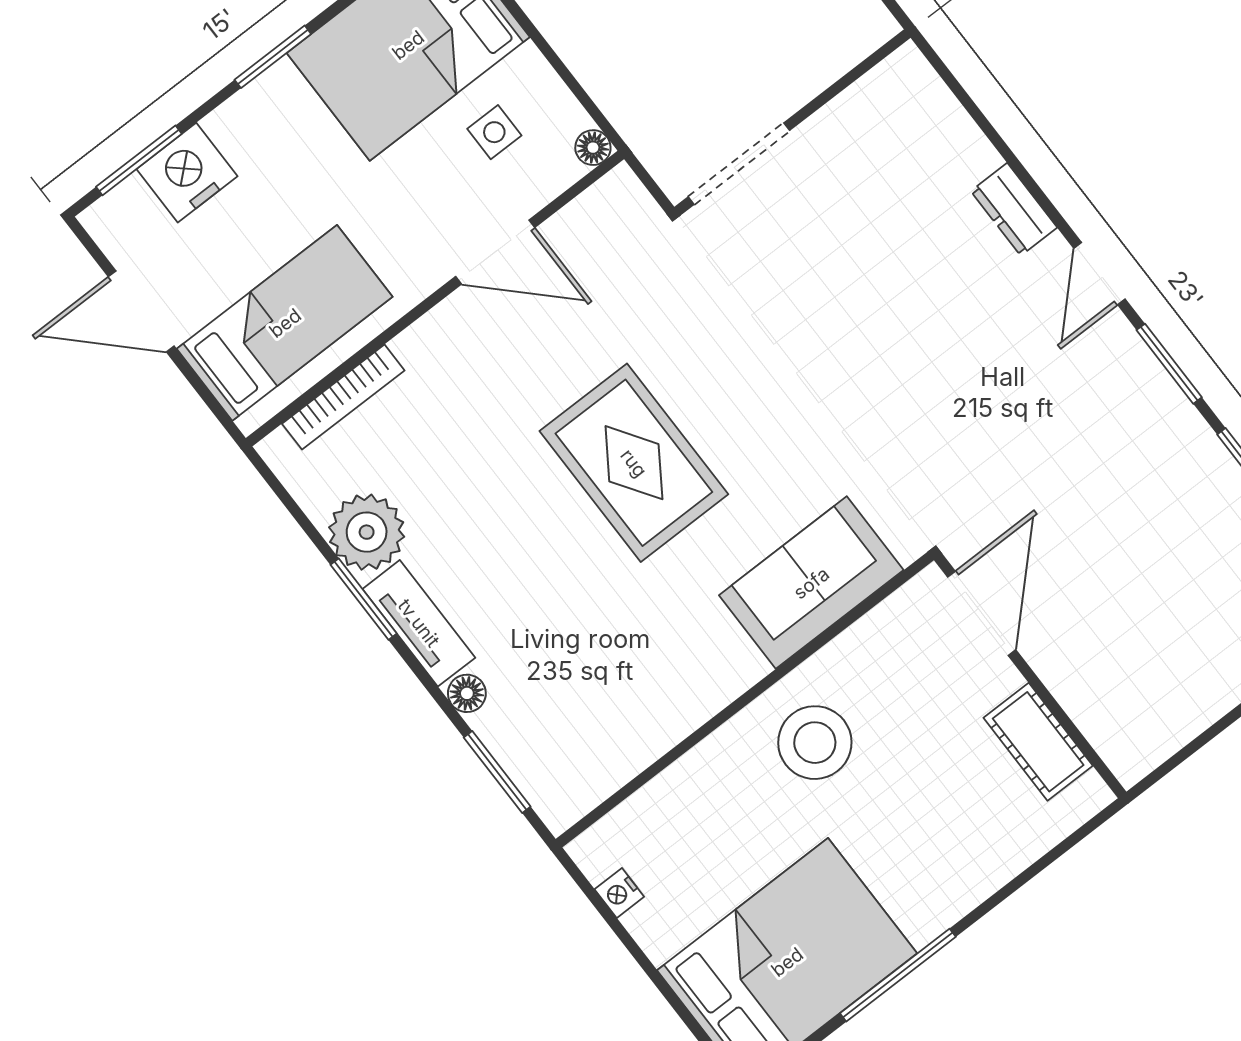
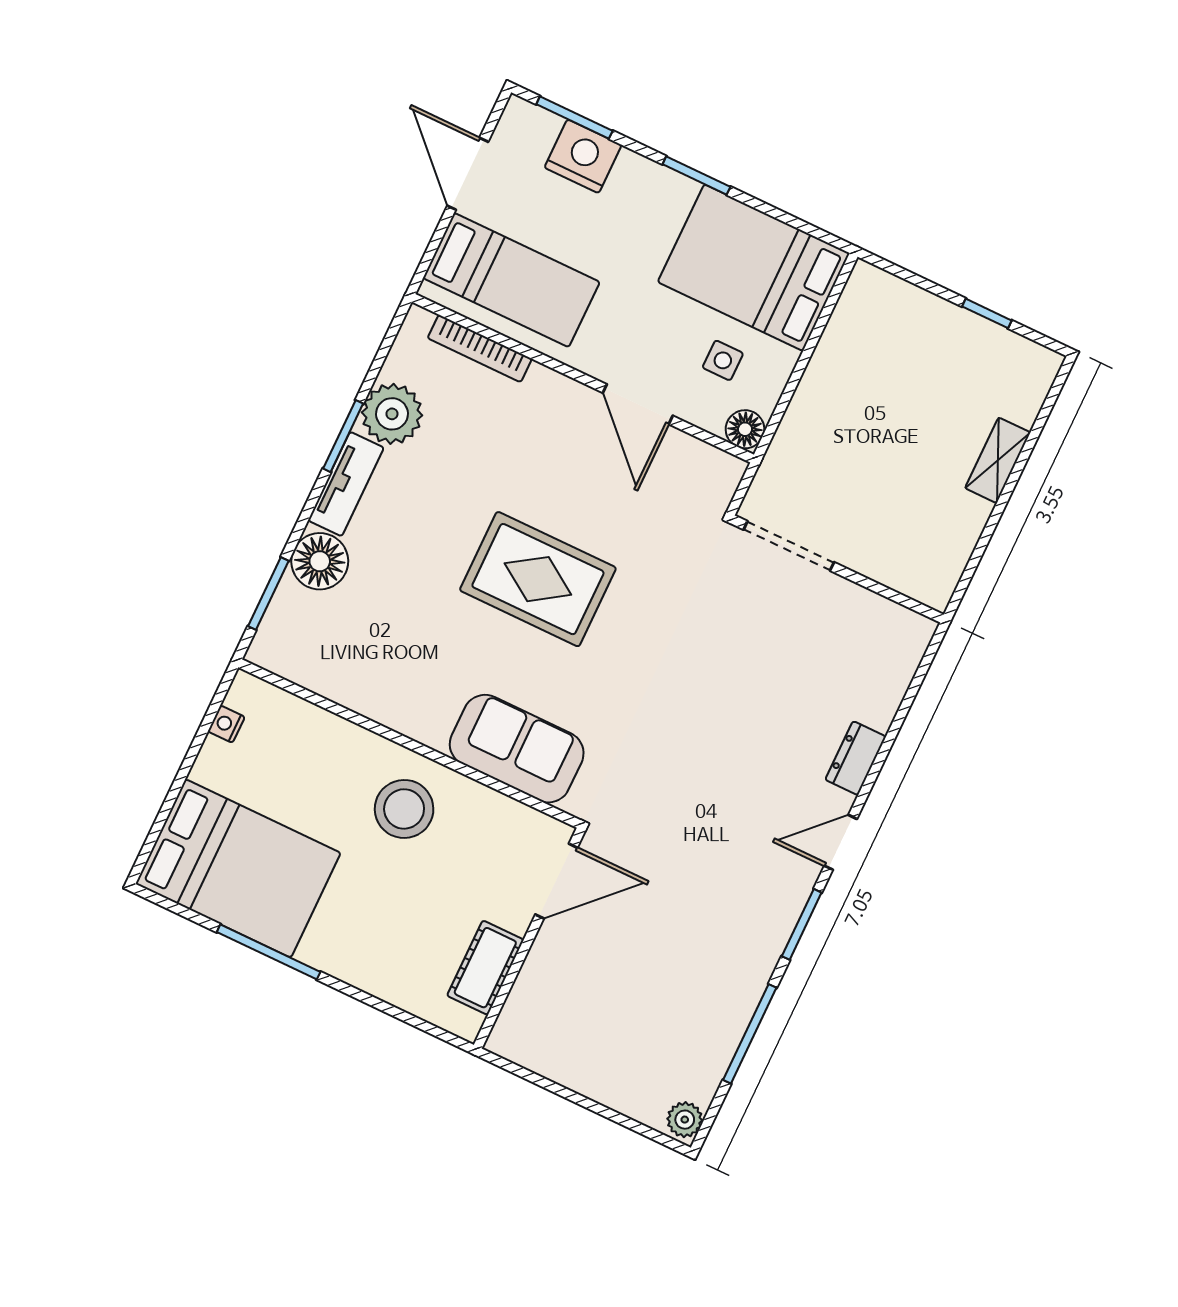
floor lamp: (593, 148) -> (745, 429), width x1.37, depth x1.37
rug: (634, 463) -> (538, 579), turned 90
floor lamp: (467, 693) -> (320, 561), width x1.89, depth x1.89

